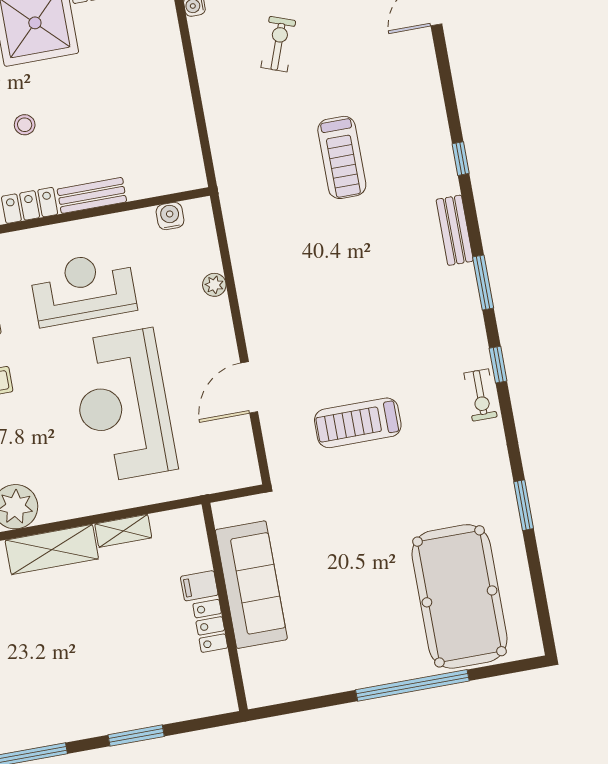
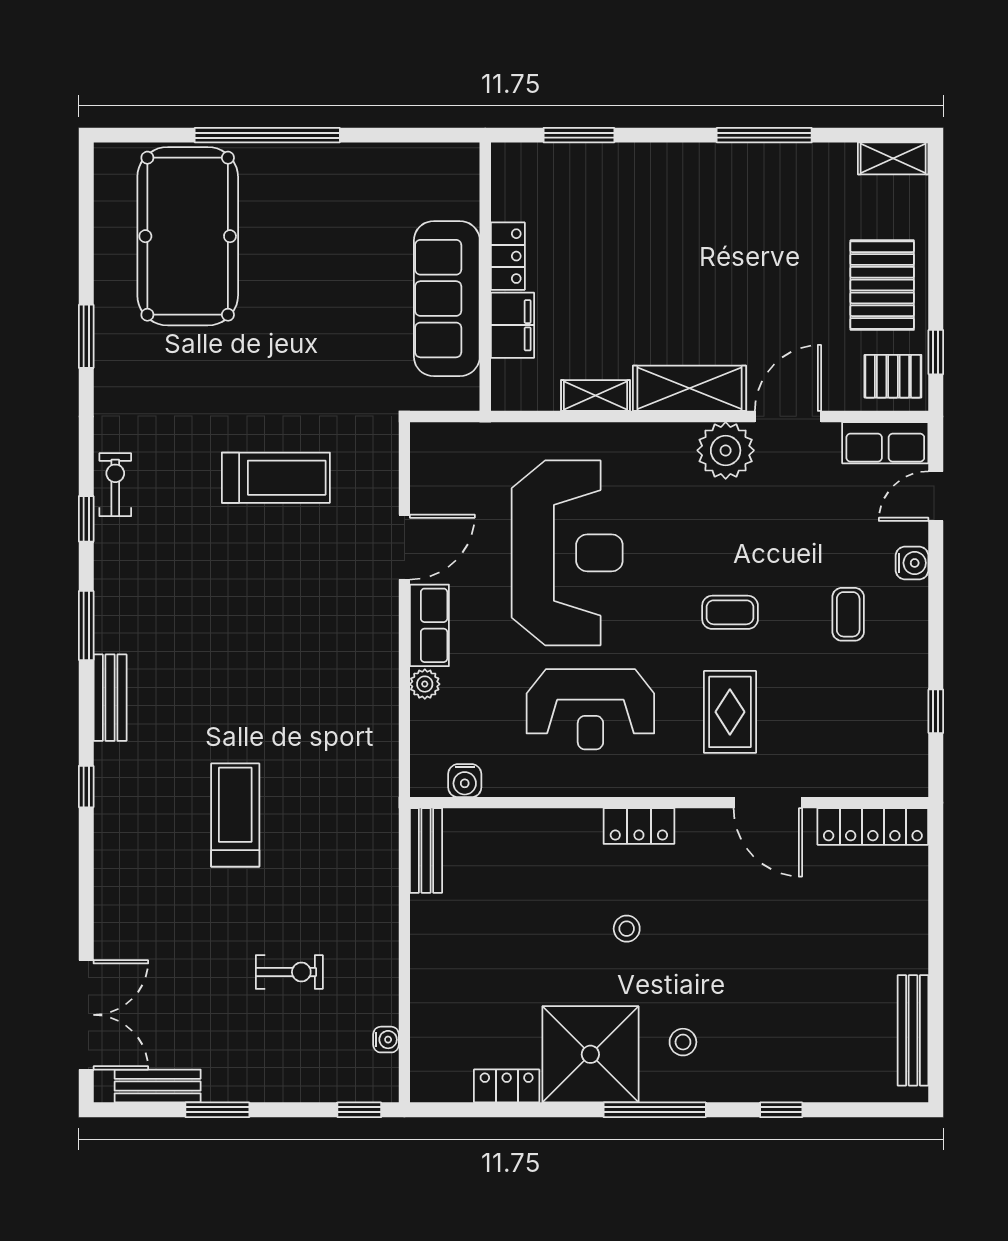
exercise bike: (278, 44) -> (289, 972), turned -110
bench: (92, 195) -> (426, 850), moved, turned 90
row of seats: (219, 331) -> (429, 625), added
filing cabinet: (199, 586) -> (512, 325), width x2.00
window: (136, 736) -> (579, 135), moved

